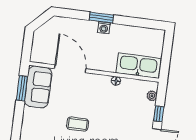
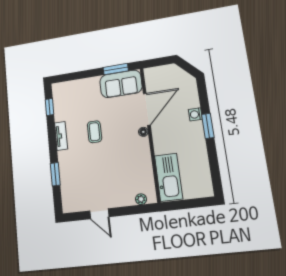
washing machine: (104, 28) -> (195, 114), moved
floor lamp: (116, 81) -> (143, 132), moved
window: (159, 114) -> (124, 211), removed

